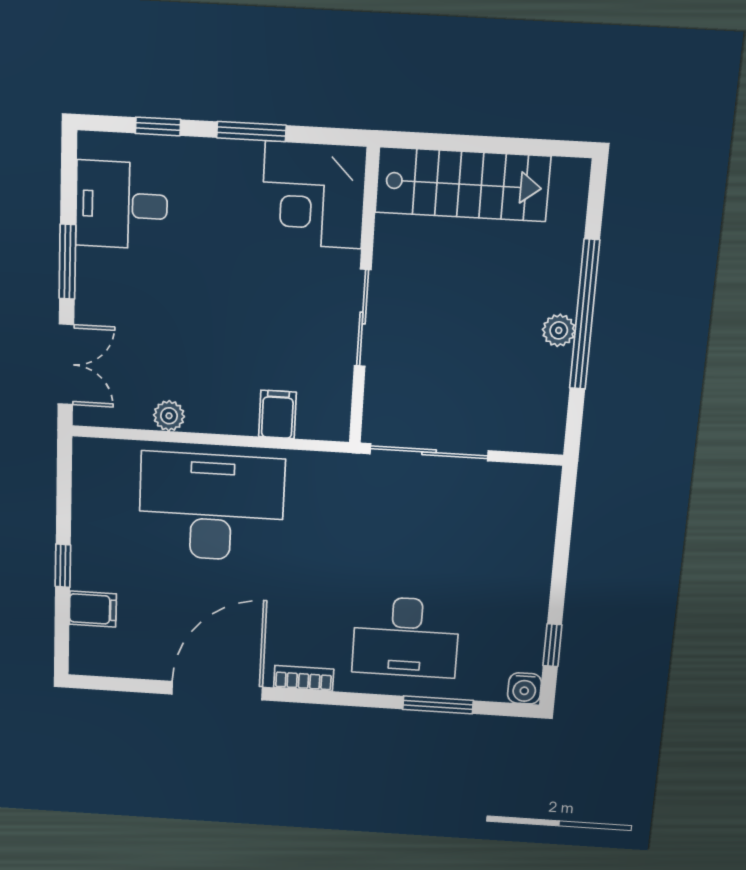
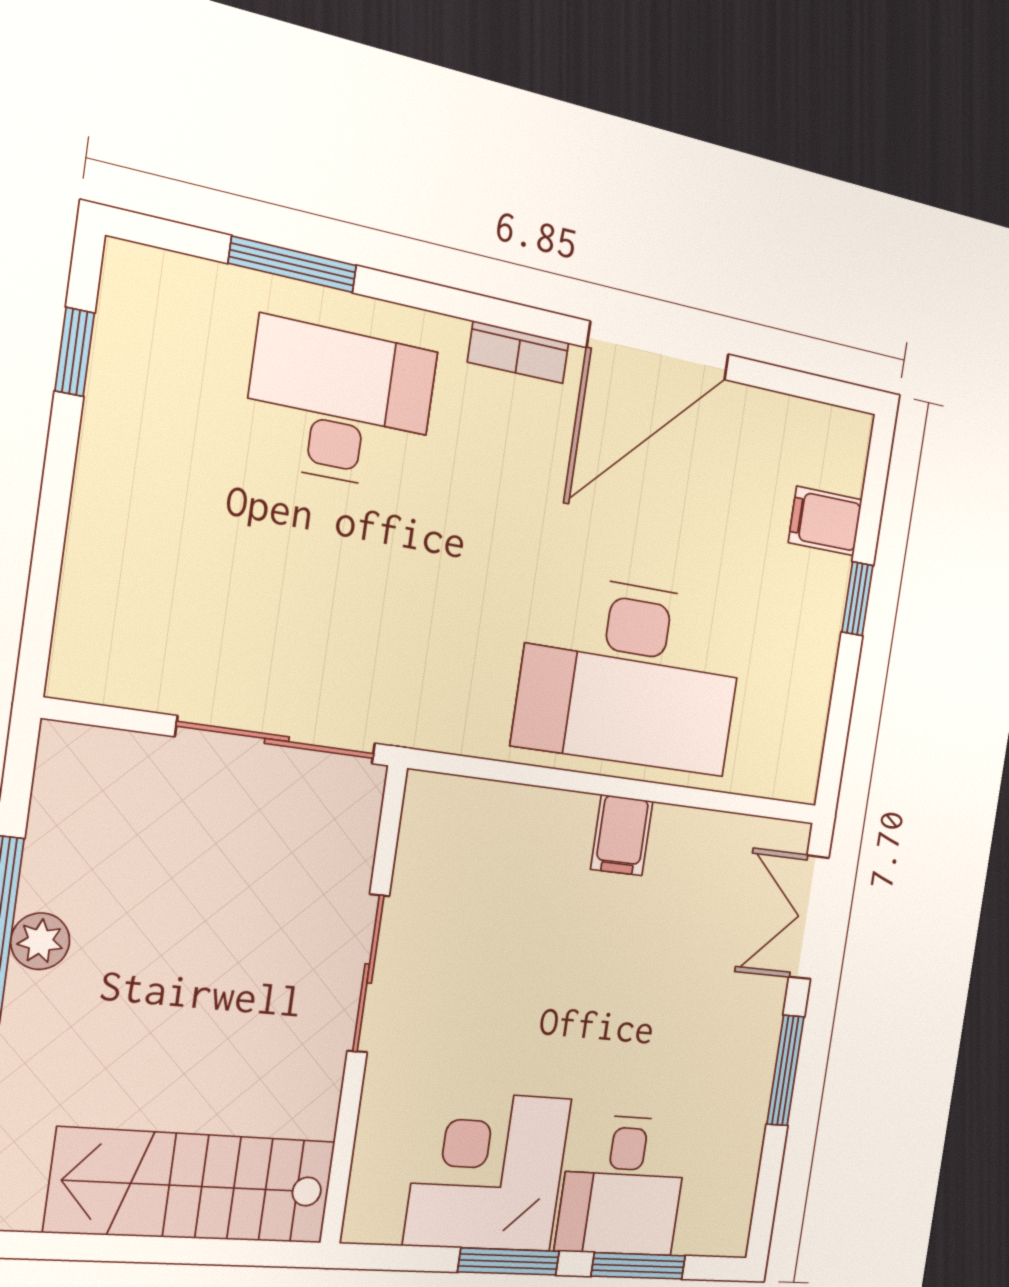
window: (158, 126) -> (638, 1266), width x1.50
corner desk: (313, 195) -> (488, 1171), moved, turned -90
desk: (122, 205) -> (623, 1185), moved, turned 90
filing cabinet: (277, 414) -> (622, 835), moved
plant: (169, 416) -> (676, 829), removed
water cooler: (524, 688) -> (131, 272), removed

